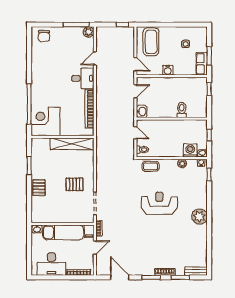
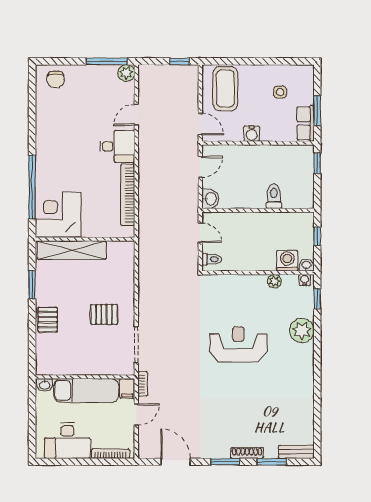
shelving: (72, 144) -> (72, 250), moved
coffee table: (151, 166) -> (224, 286), removed
plant: (199, 217) -> (302, 331), moved

